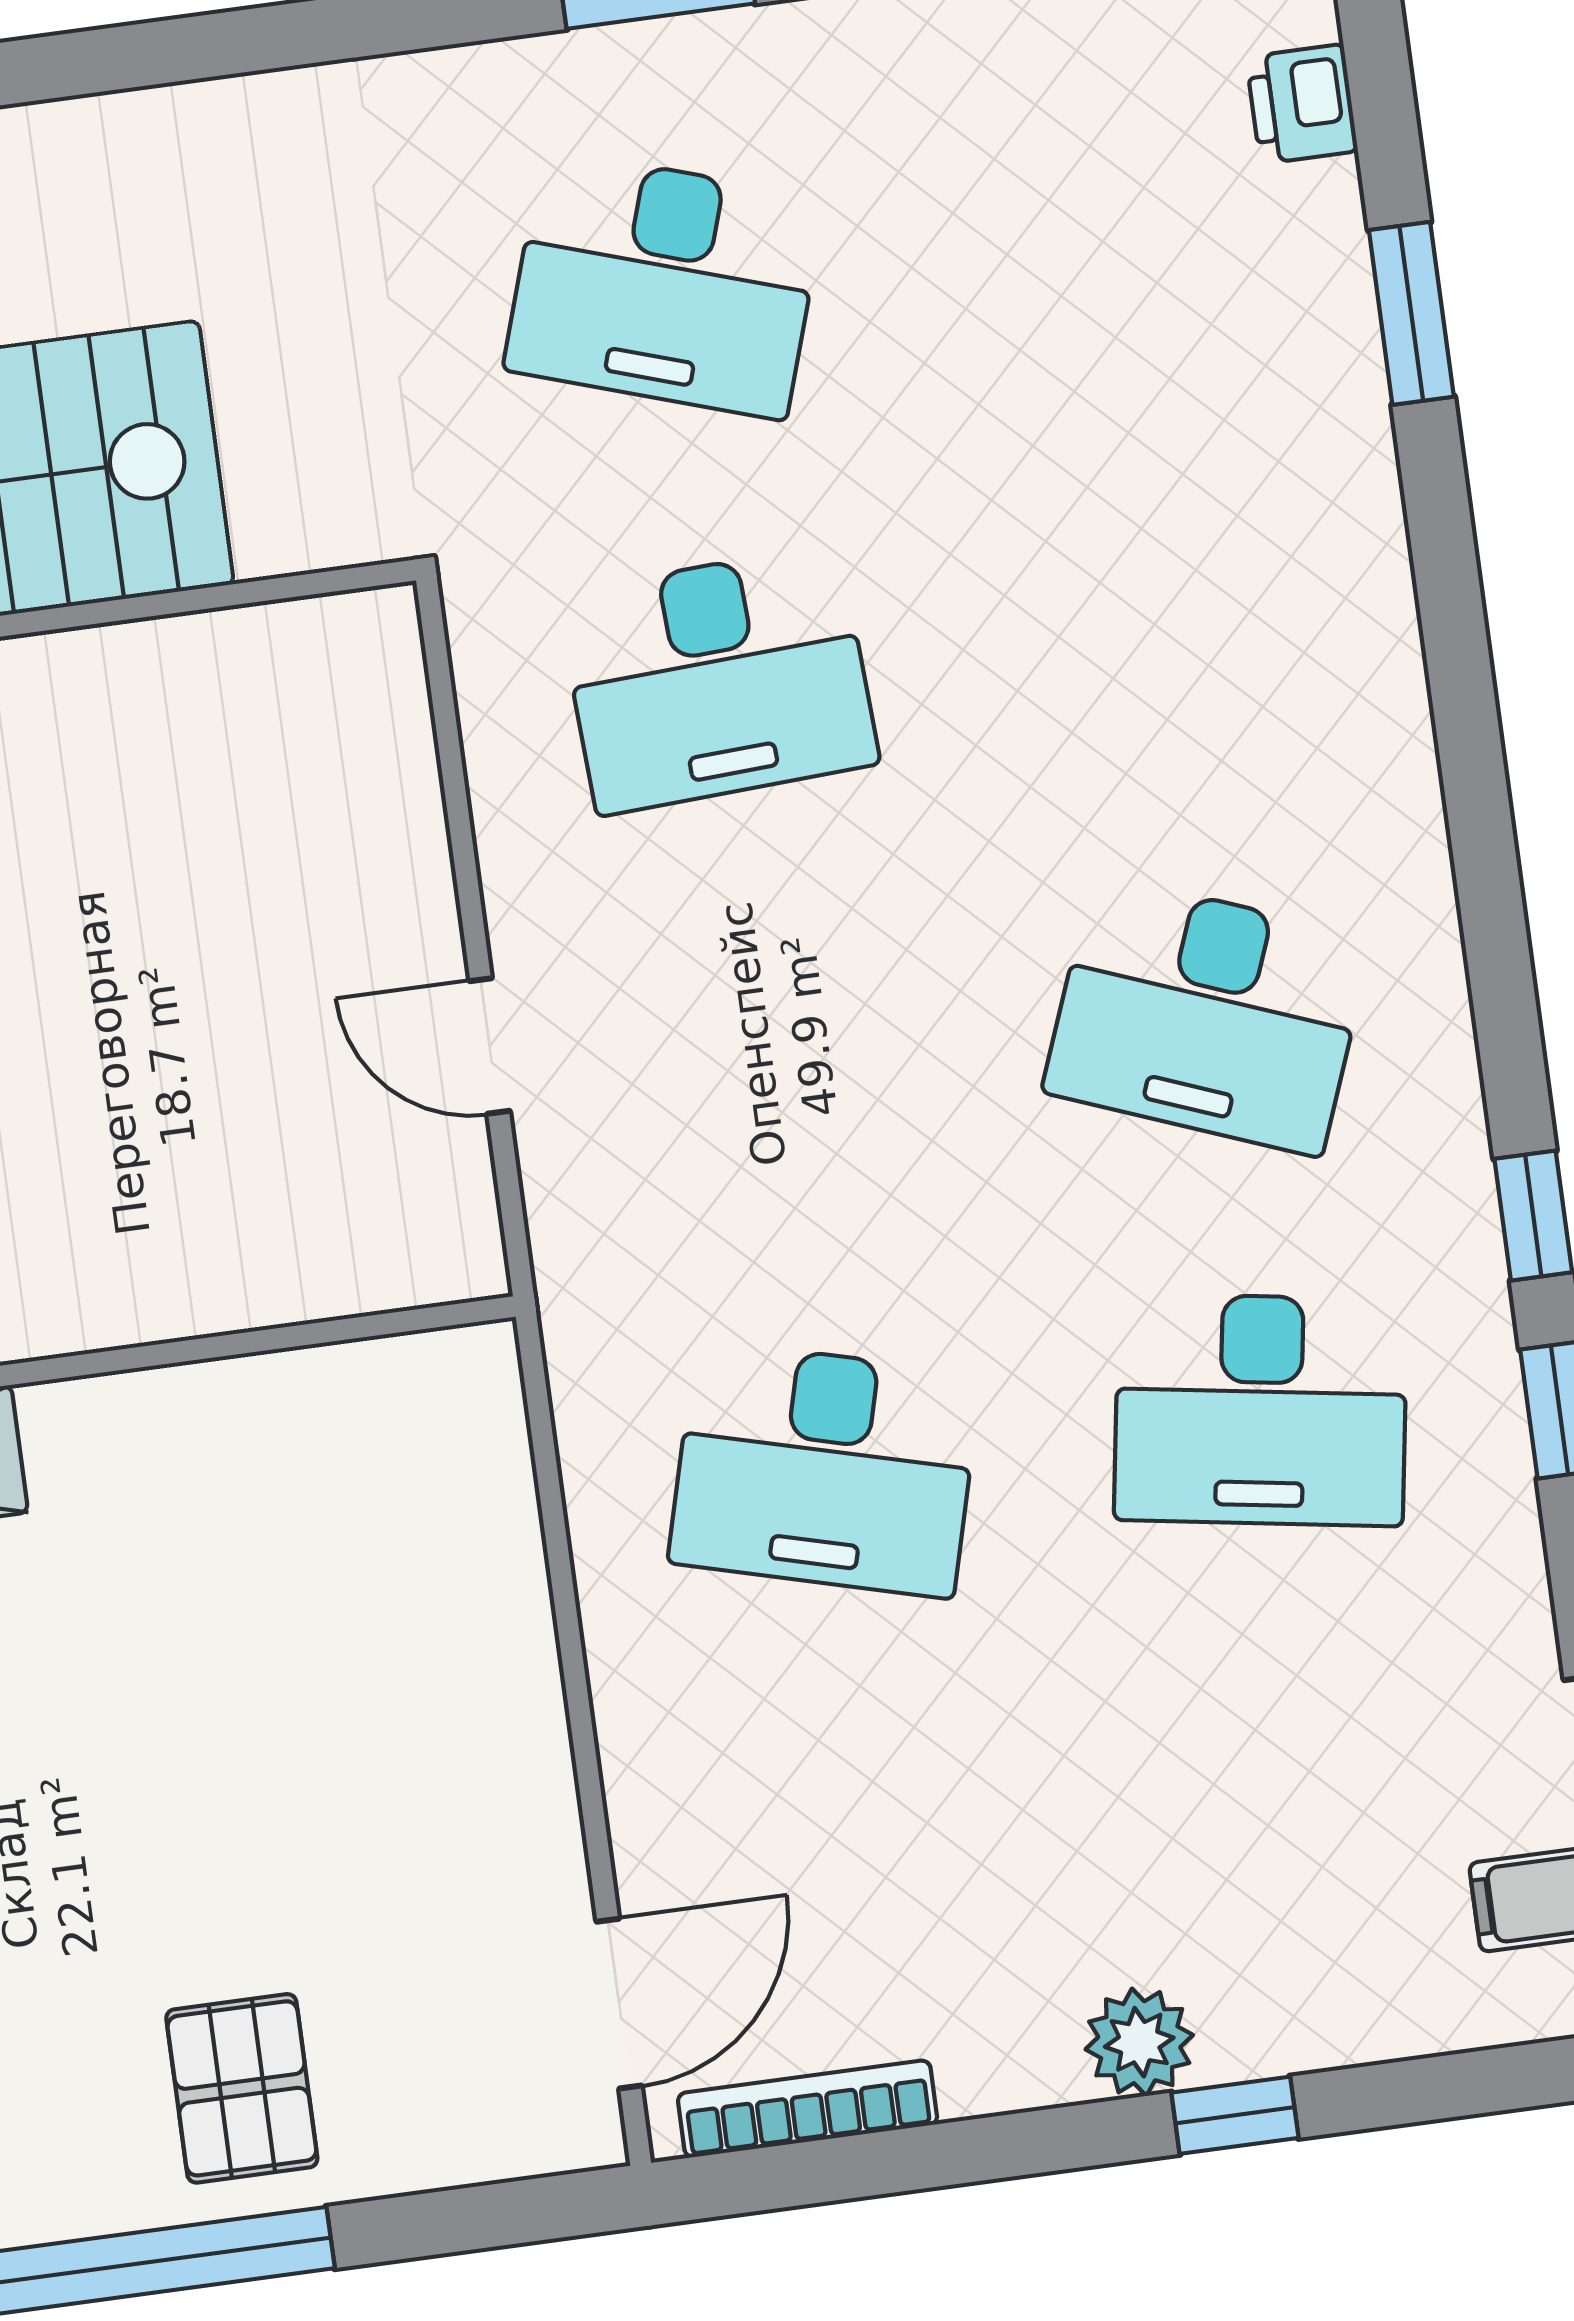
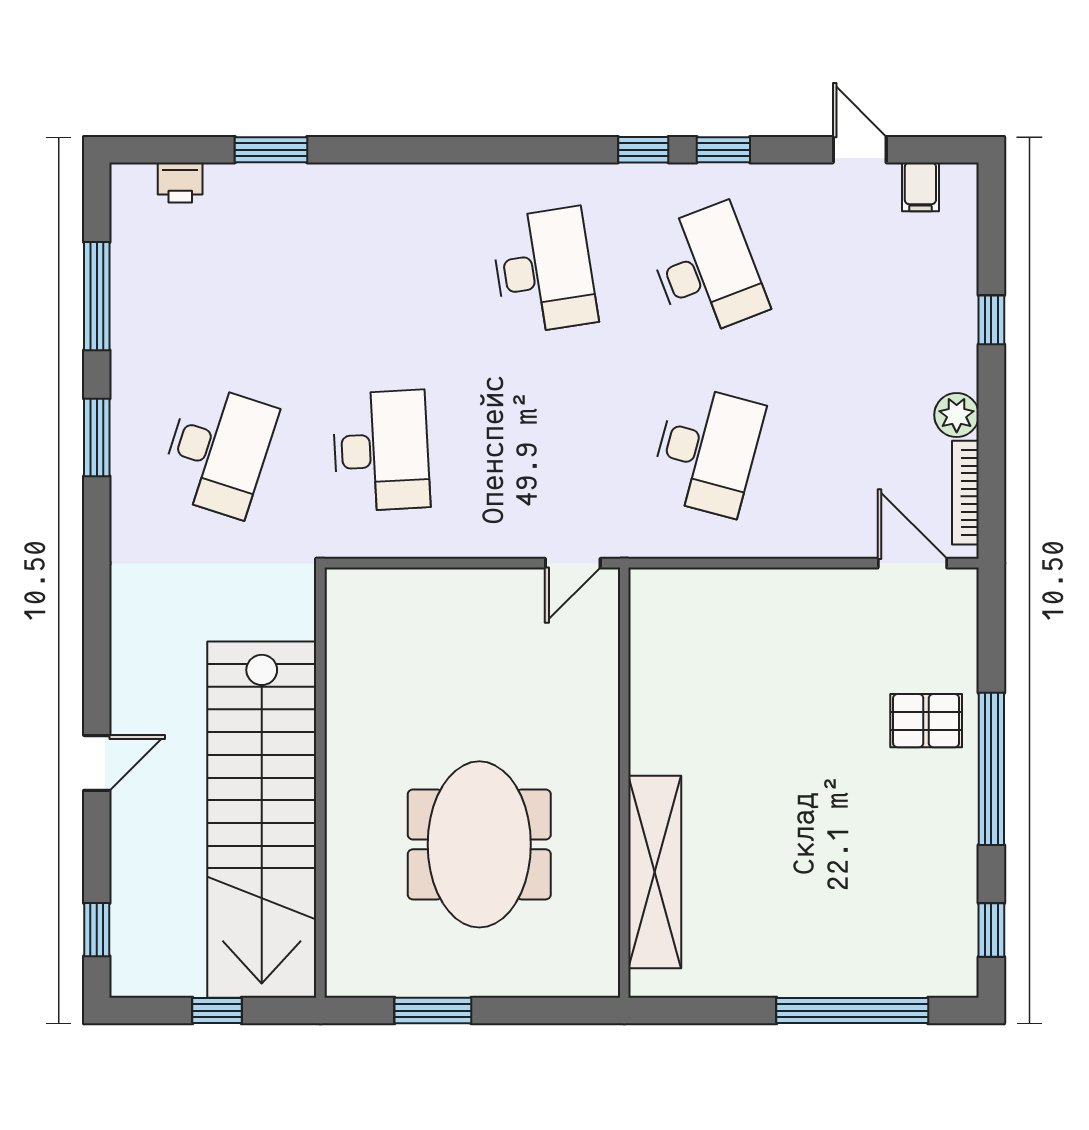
desk: (1207, 1015) -> (544, 271), turned -30
door: (490, 1046) -> (573, 563), moved
desk: (1261, 1410) -> (707, 271), turned -30
plant: (1139, 2042) -> (957, 415), moved

